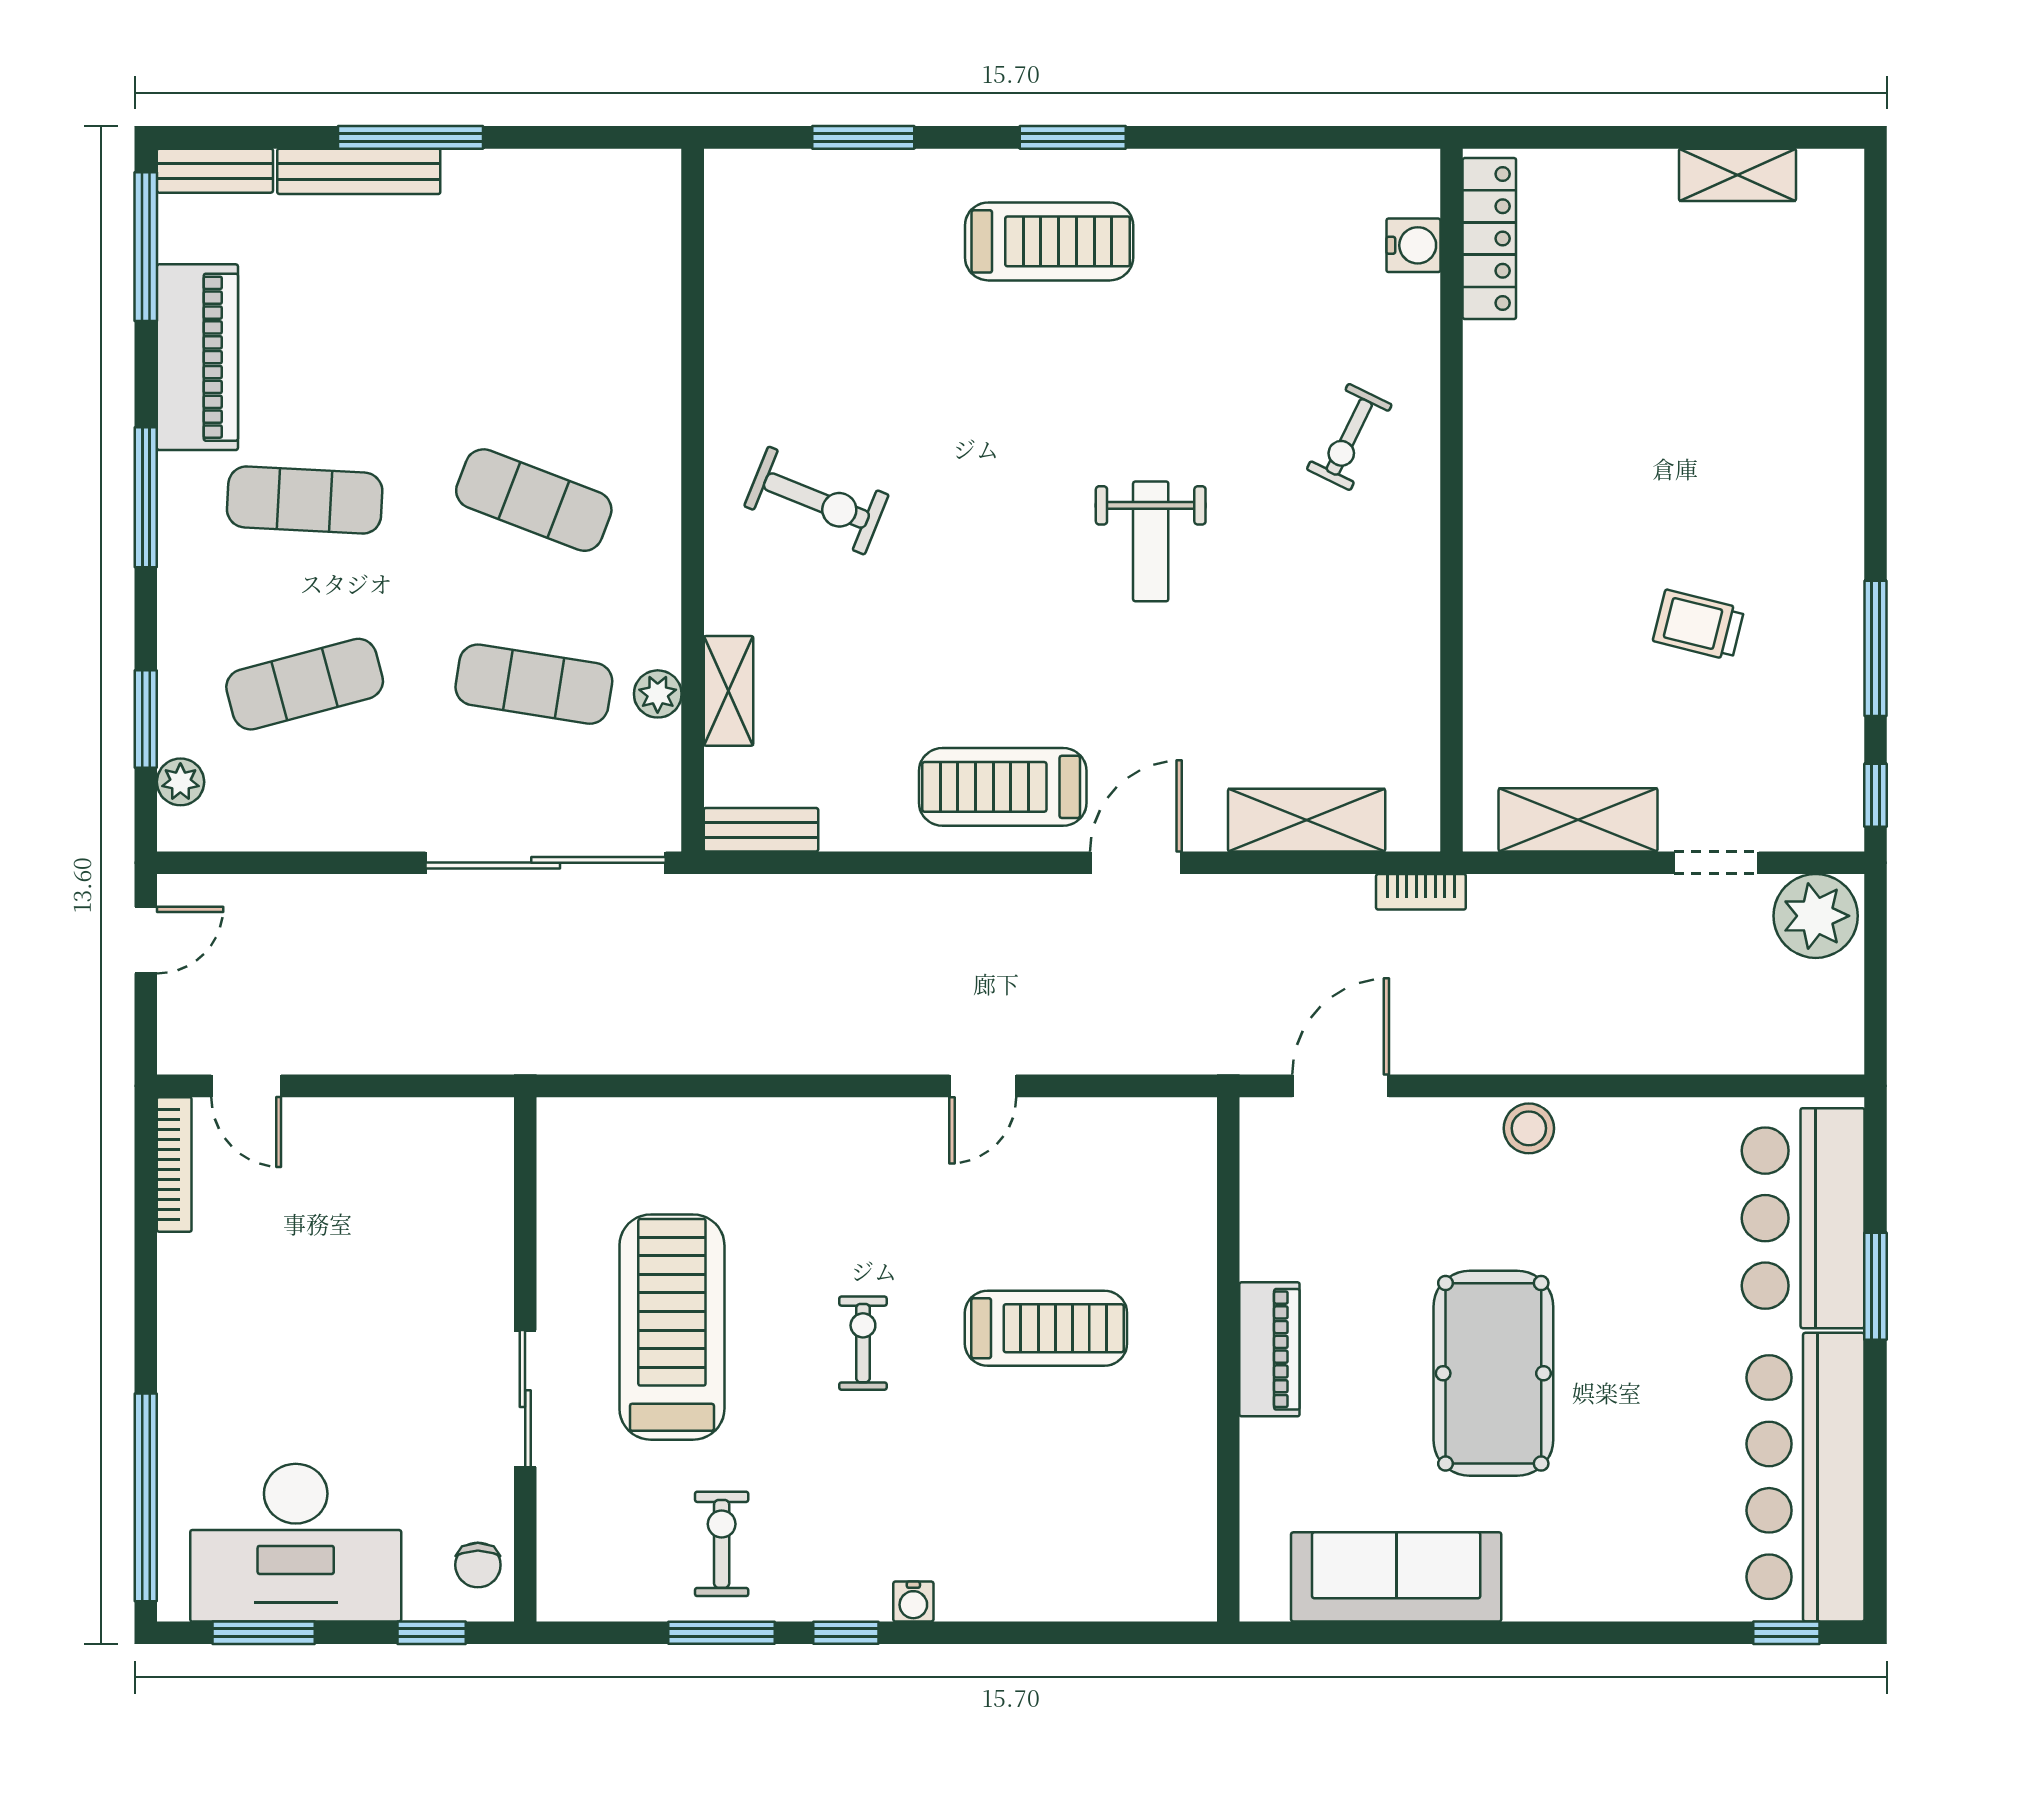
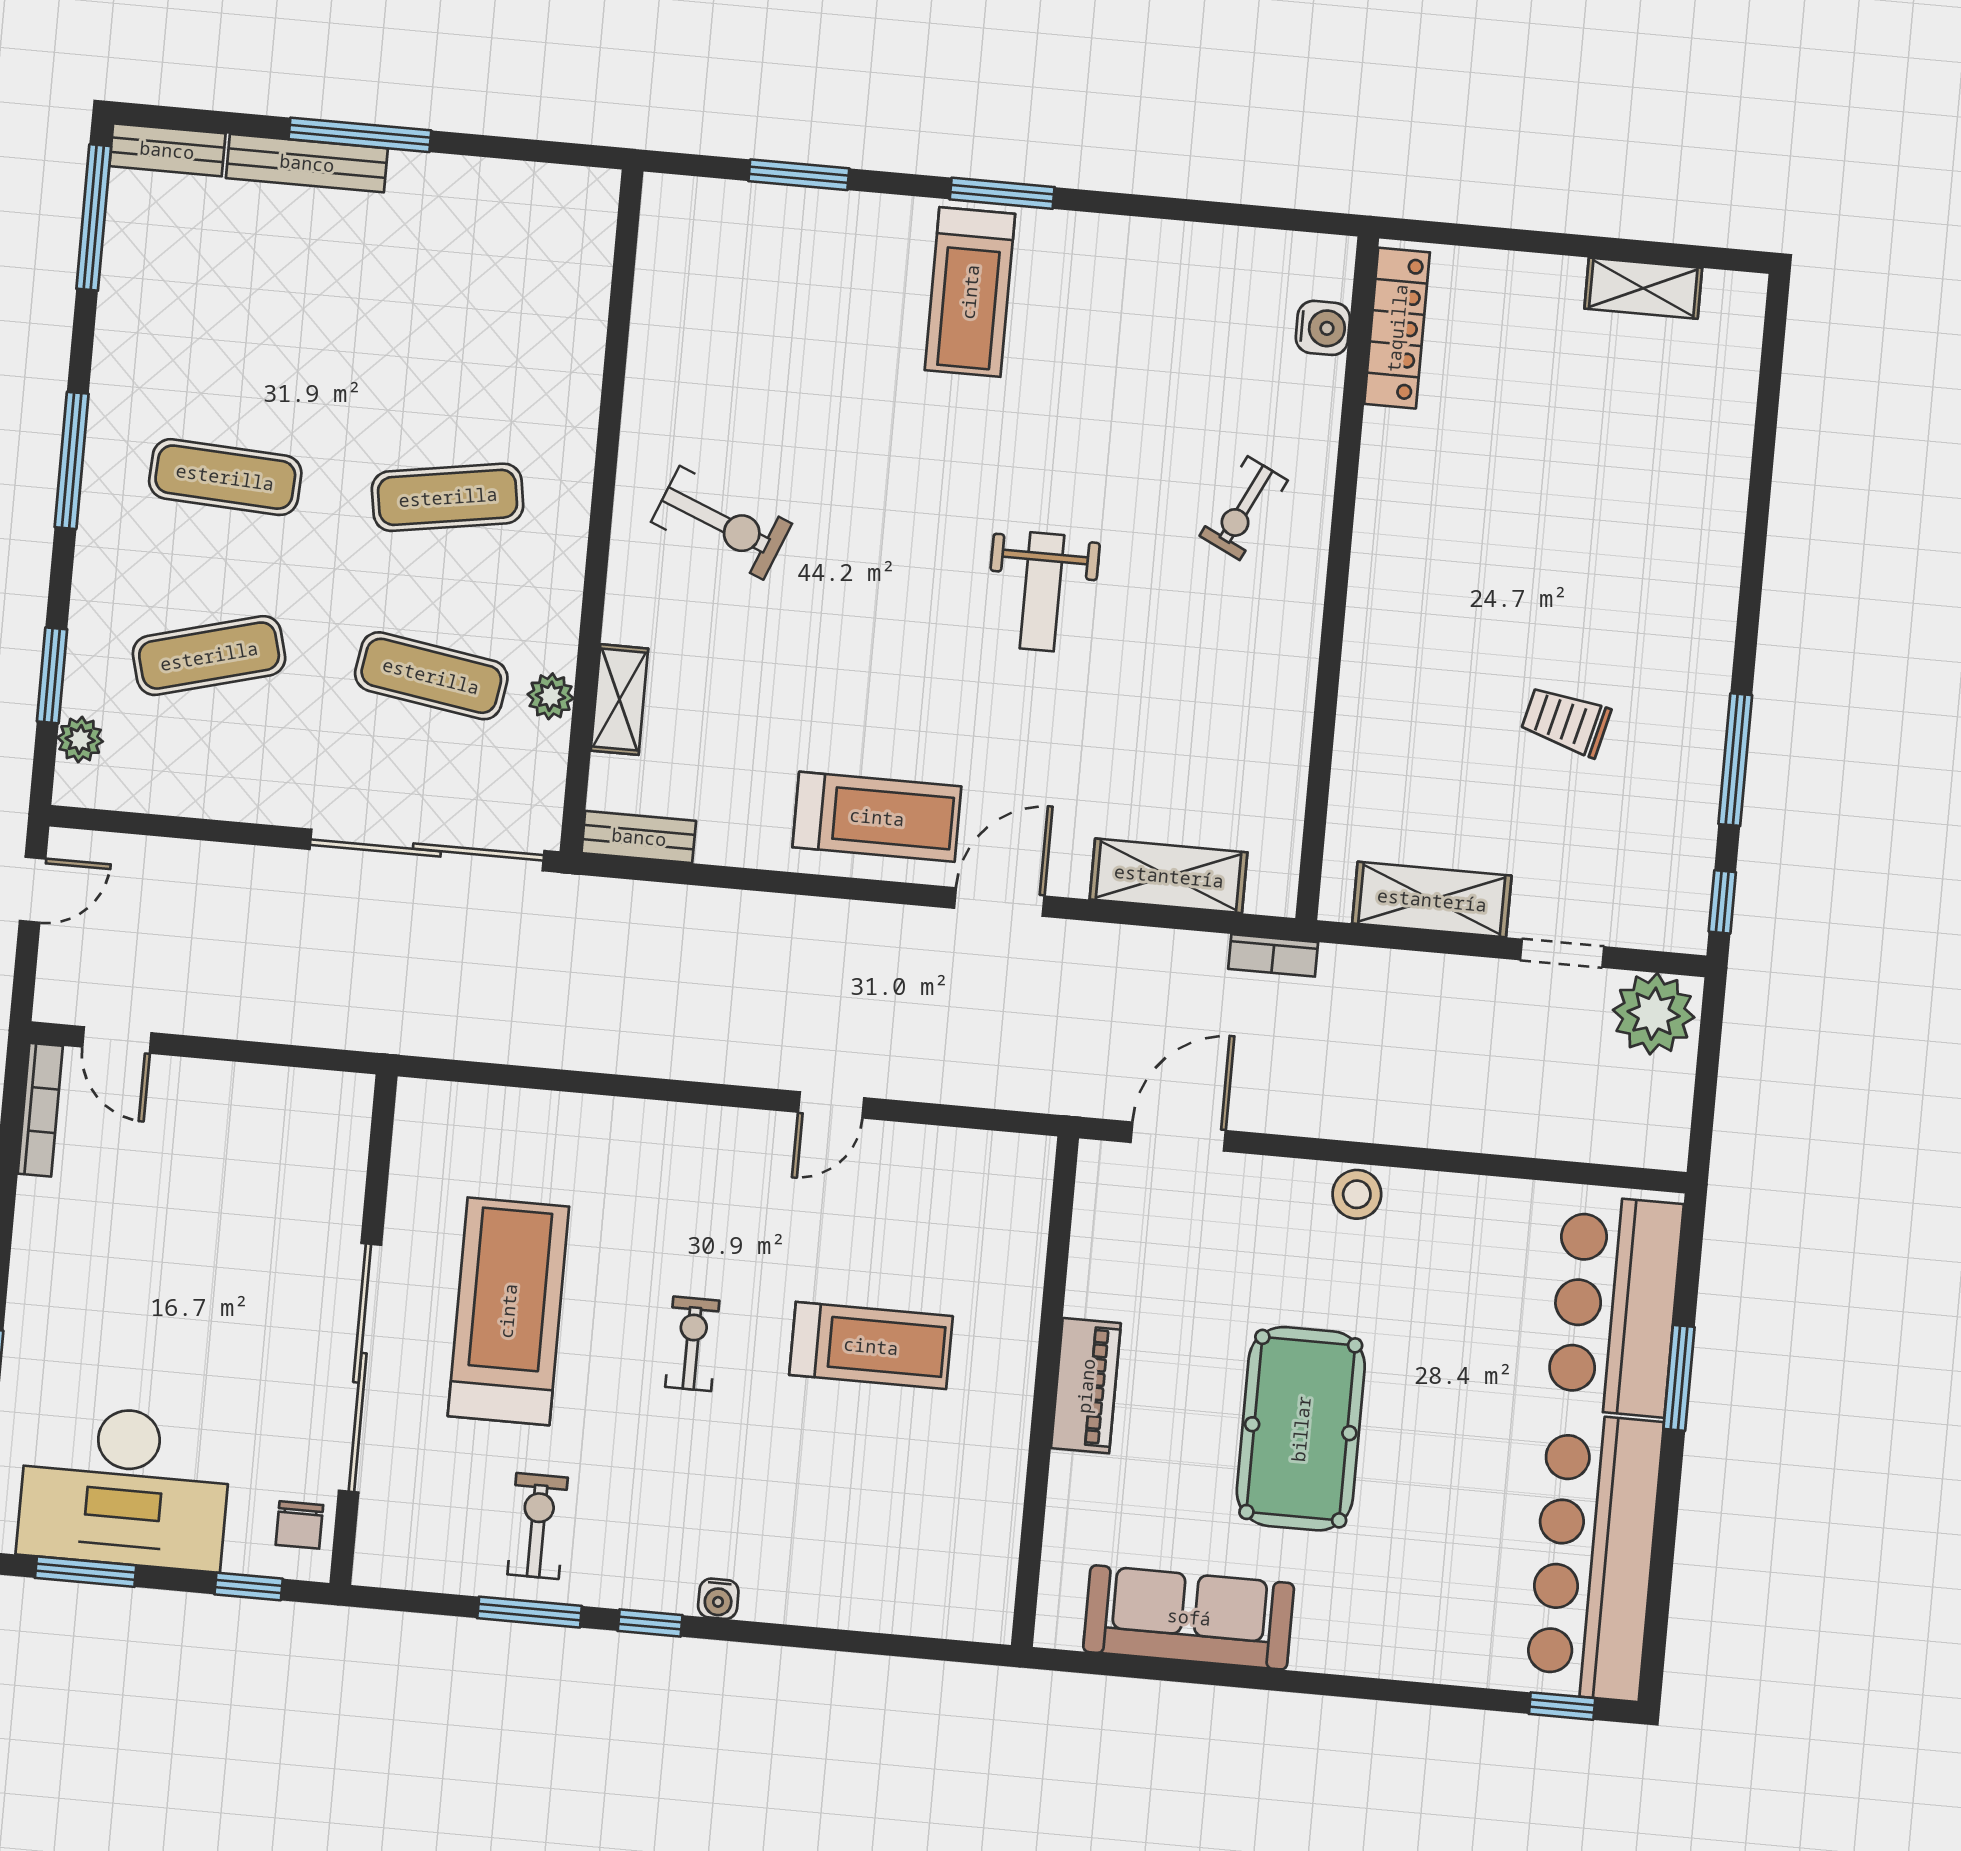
treadmill: (1049, 241) -> (970, 292), turned 90
piano: (197, 357) -> (134, 329), removed
exercise mat: (534, 500) -> (448, 497), turned -30
treadmill: (1003, 787) -> (877, 817), turned 180
sliding door: (525, 1399) -> (360, 1368), width x1.86

